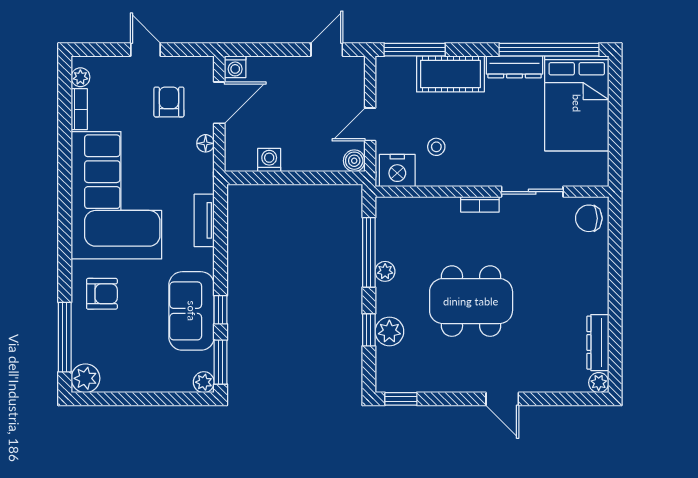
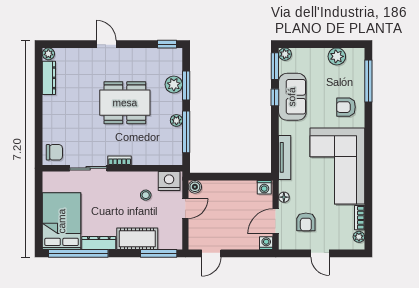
washing machine: (269, 160) -> (264, 187), moved
tv unit: (204, 220) -> (285, 157), width x1.41
window: (369, 330) -> (186, 85), width x1.50
plant: (85, 378) -> (337, 56), moved

